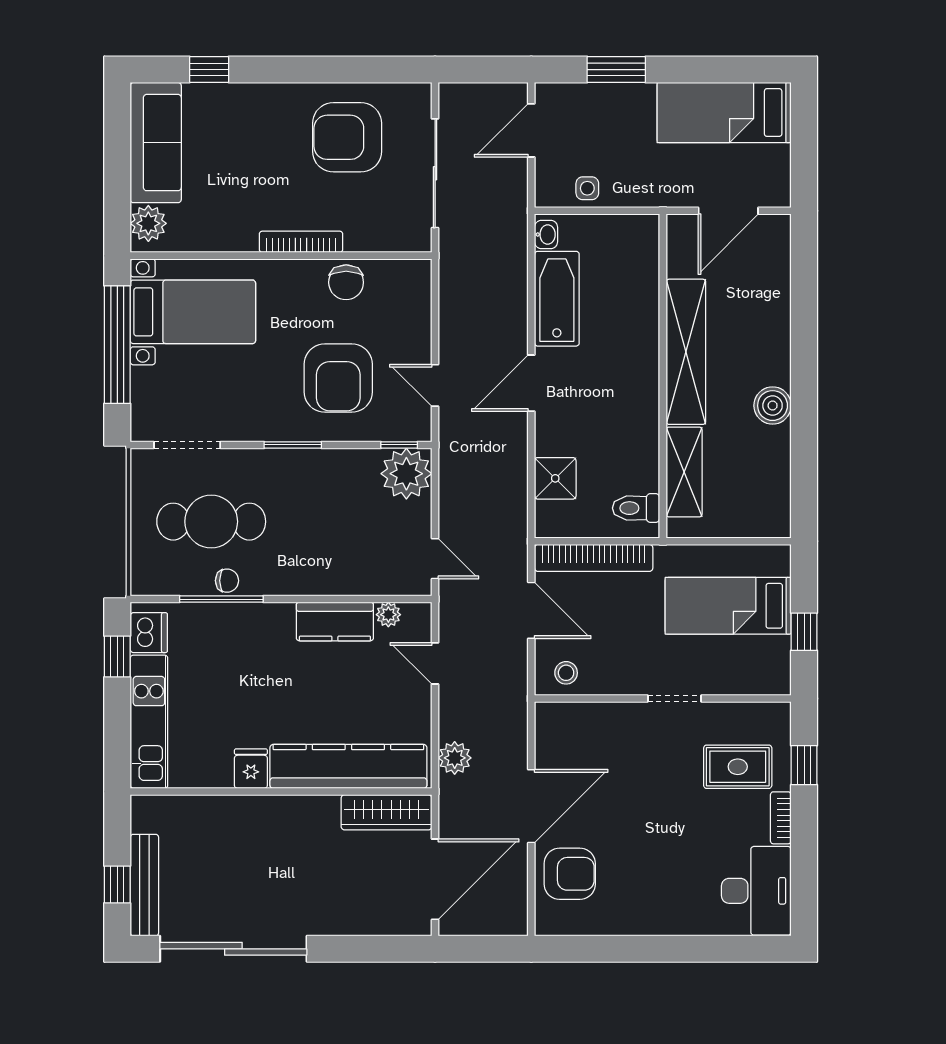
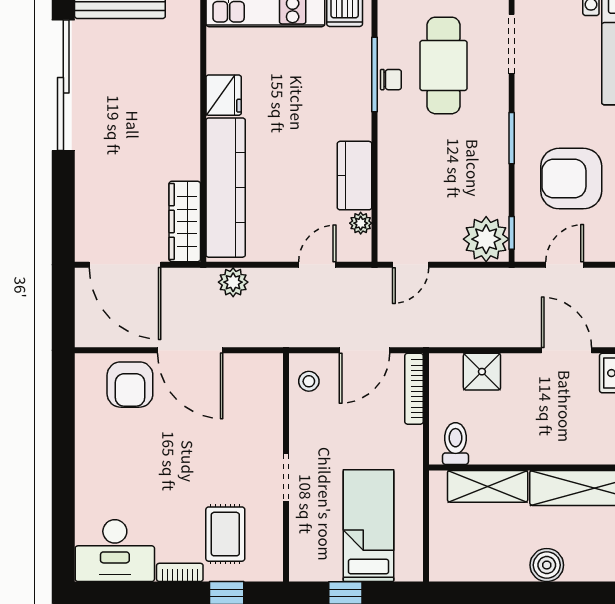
bookcase: (594, 558) -> (414, 389), width x0.68, depth x0.76
chair: (227, 581) -> (391, 80), turned -90
fridge: (251, 769) -> (224, 95), width x1.38

